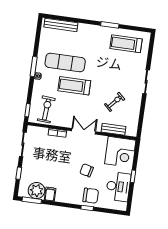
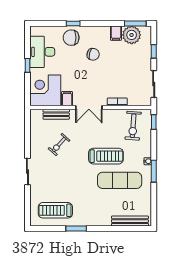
treadmill: (126, 44) -> (55, 210), turned 180
filing cabinet: (102, 142) -> (67, 99), added
chair: (87, 170) -> (93, 54), moved

